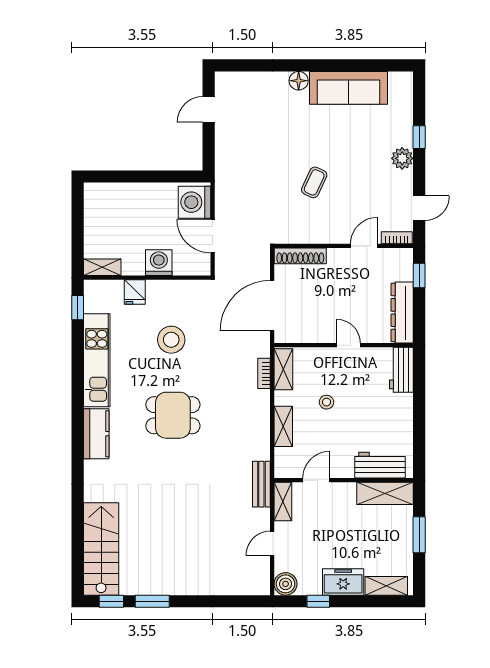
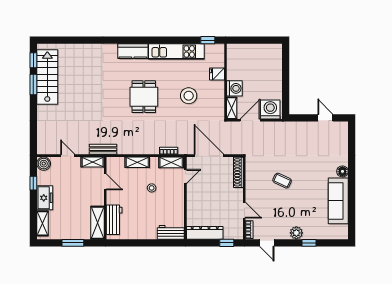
shelving: (102, 267) -> (232, 108), moved
door: (348, 345) -> (185, 176), moved
stairs: (101, 549) -> (47, 77), moved, turned -90

